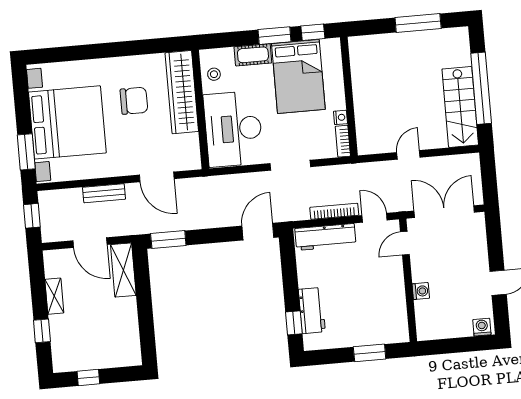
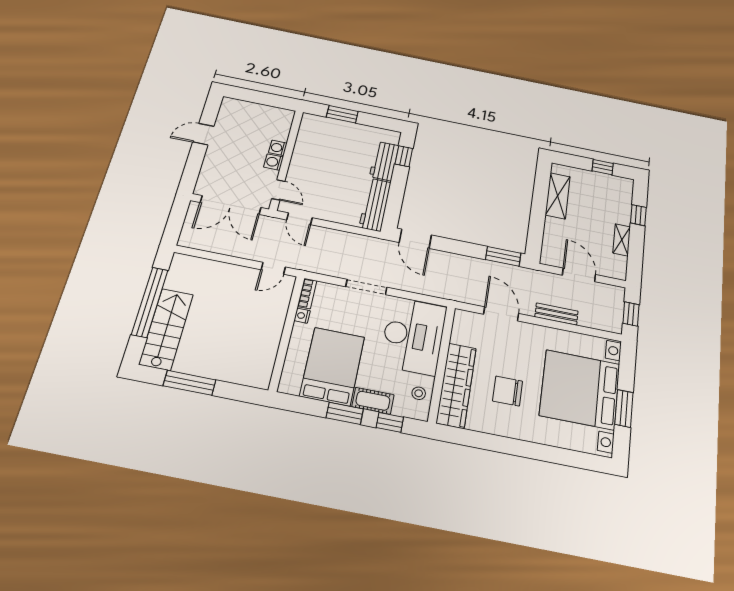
window: (313, 32) -> (390, 422), moved
stairs: (460, 107) -> (166, 329), moved
window: (26, 152) -> (624, 408), moved
door: (408, 155) -> (273, 268), moved
bookcase: (334, 211) -> (336, 235), removed
door: (258, 232) -> (415, 239), hinge flipped
workbench: (325, 237) -> (375, 205), moved, turned -90
door: (405, 243) -> (278, 190), hinge flipped
shelving: (123, 270) -> (558, 196), moved
washing machine: (482, 327) -> (273, 162), moved, turned 90

